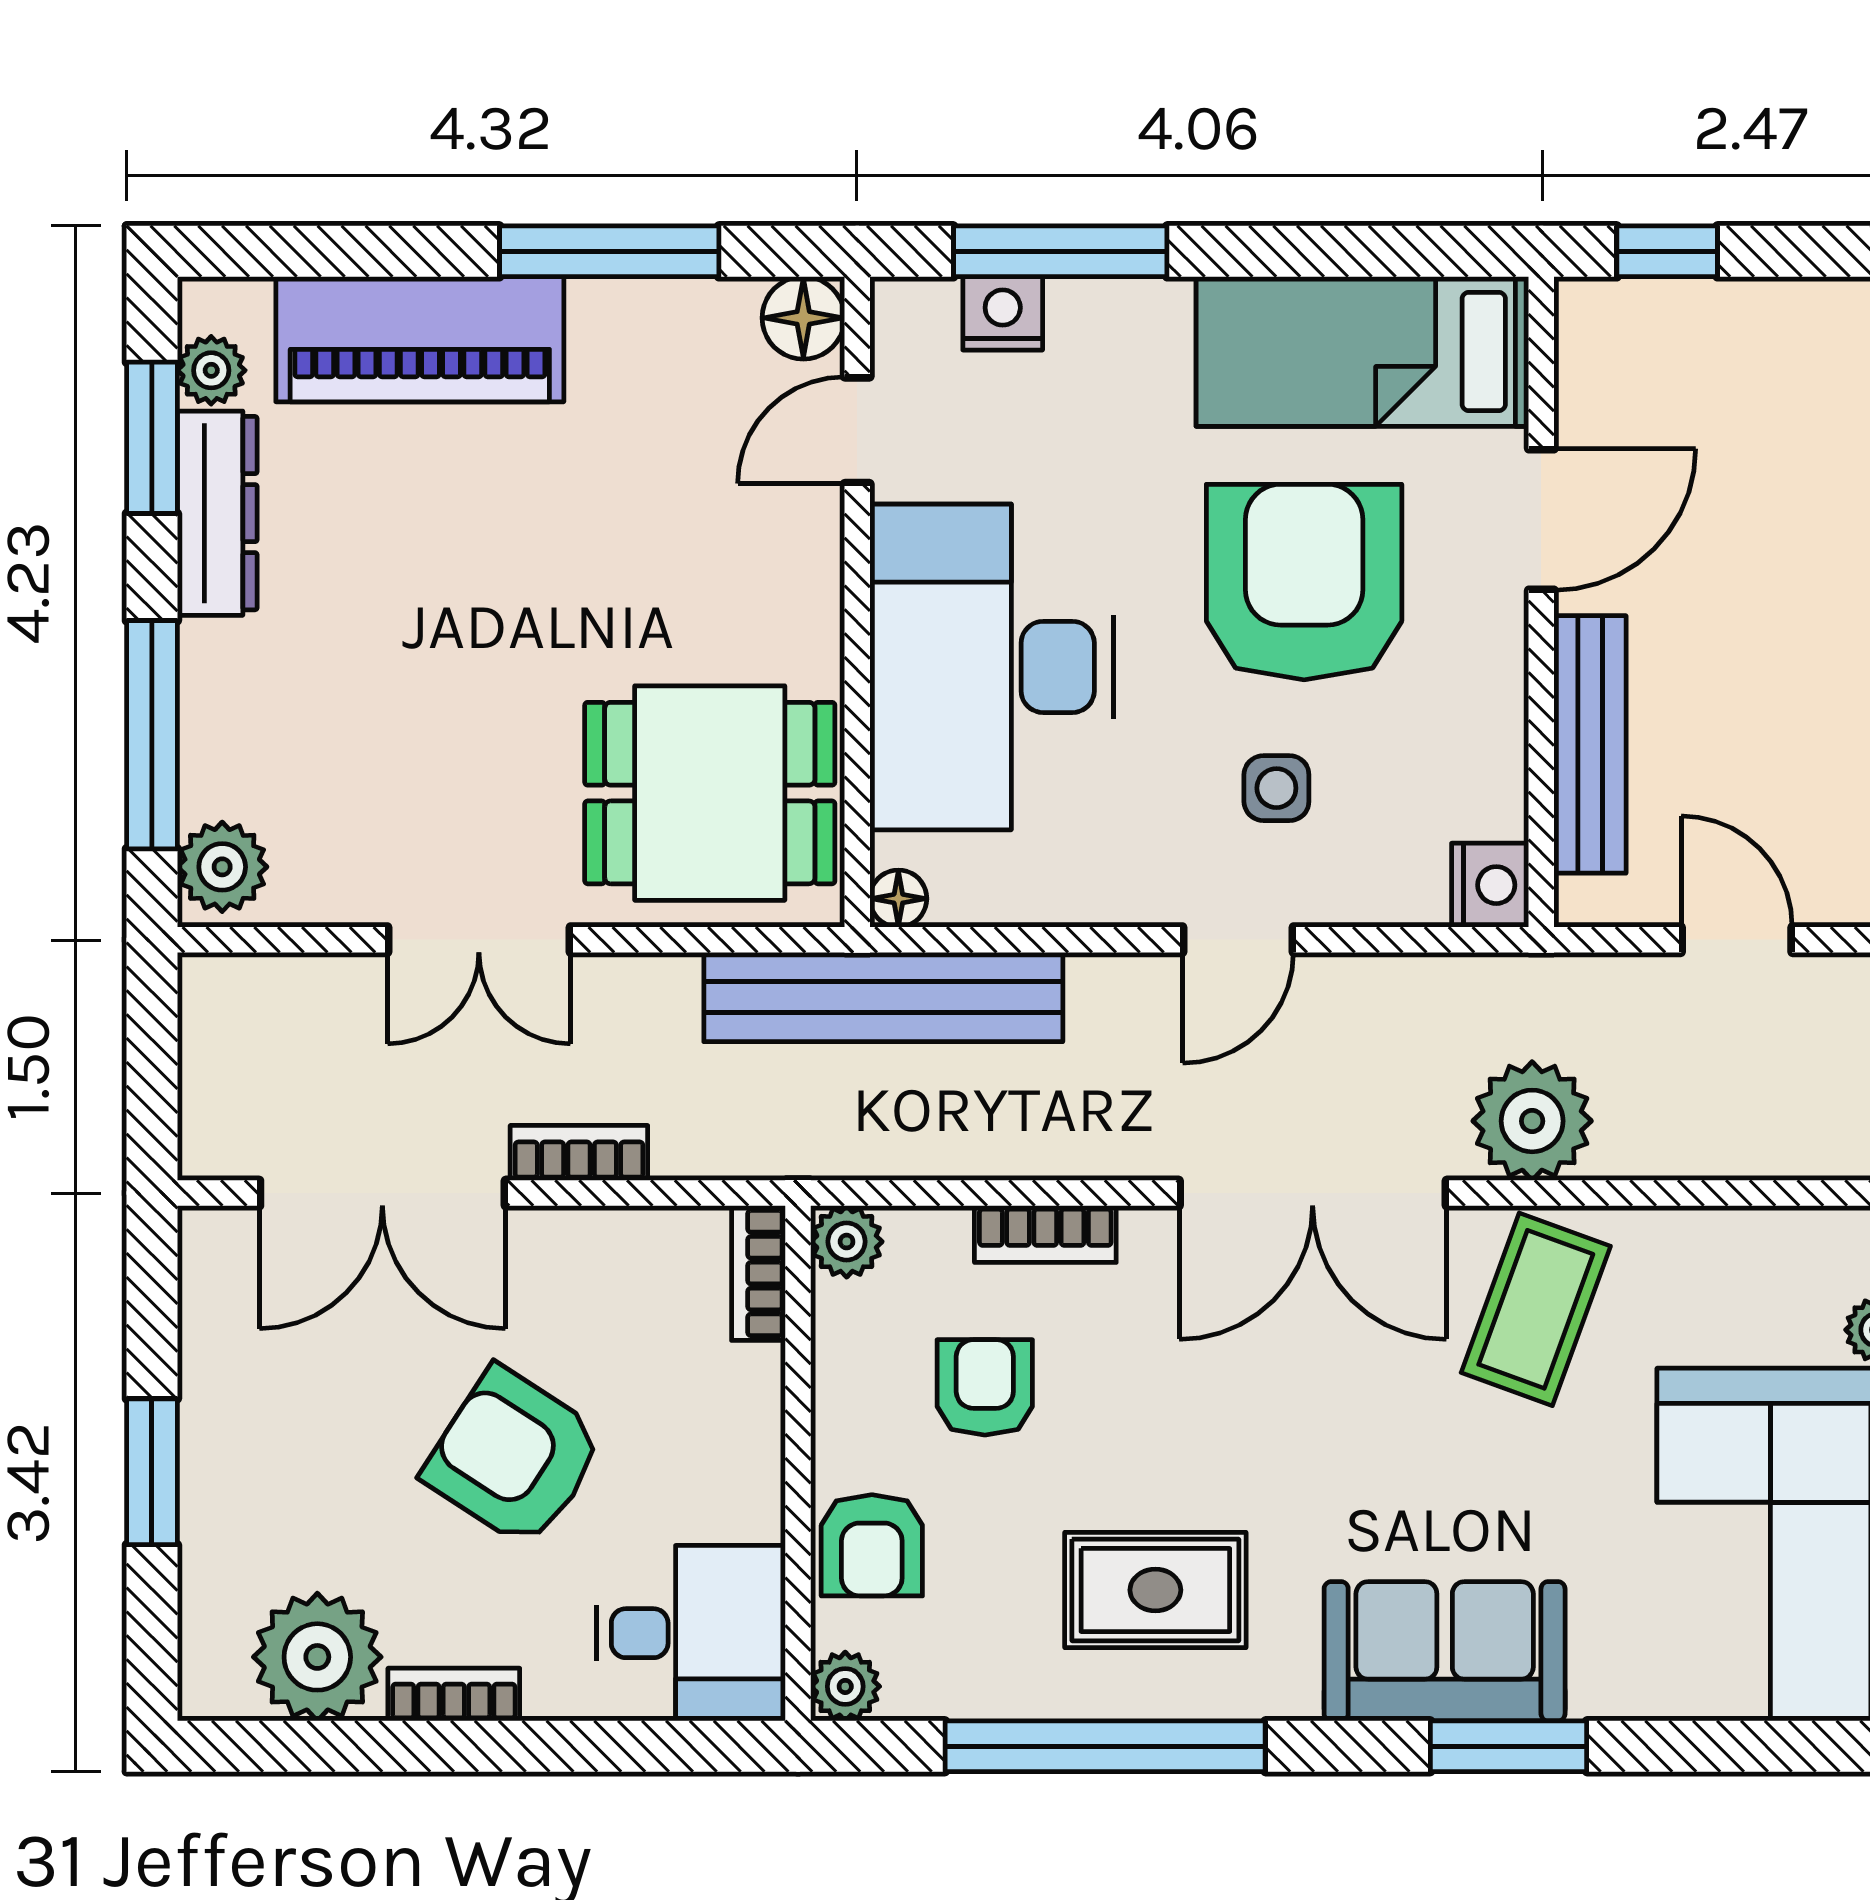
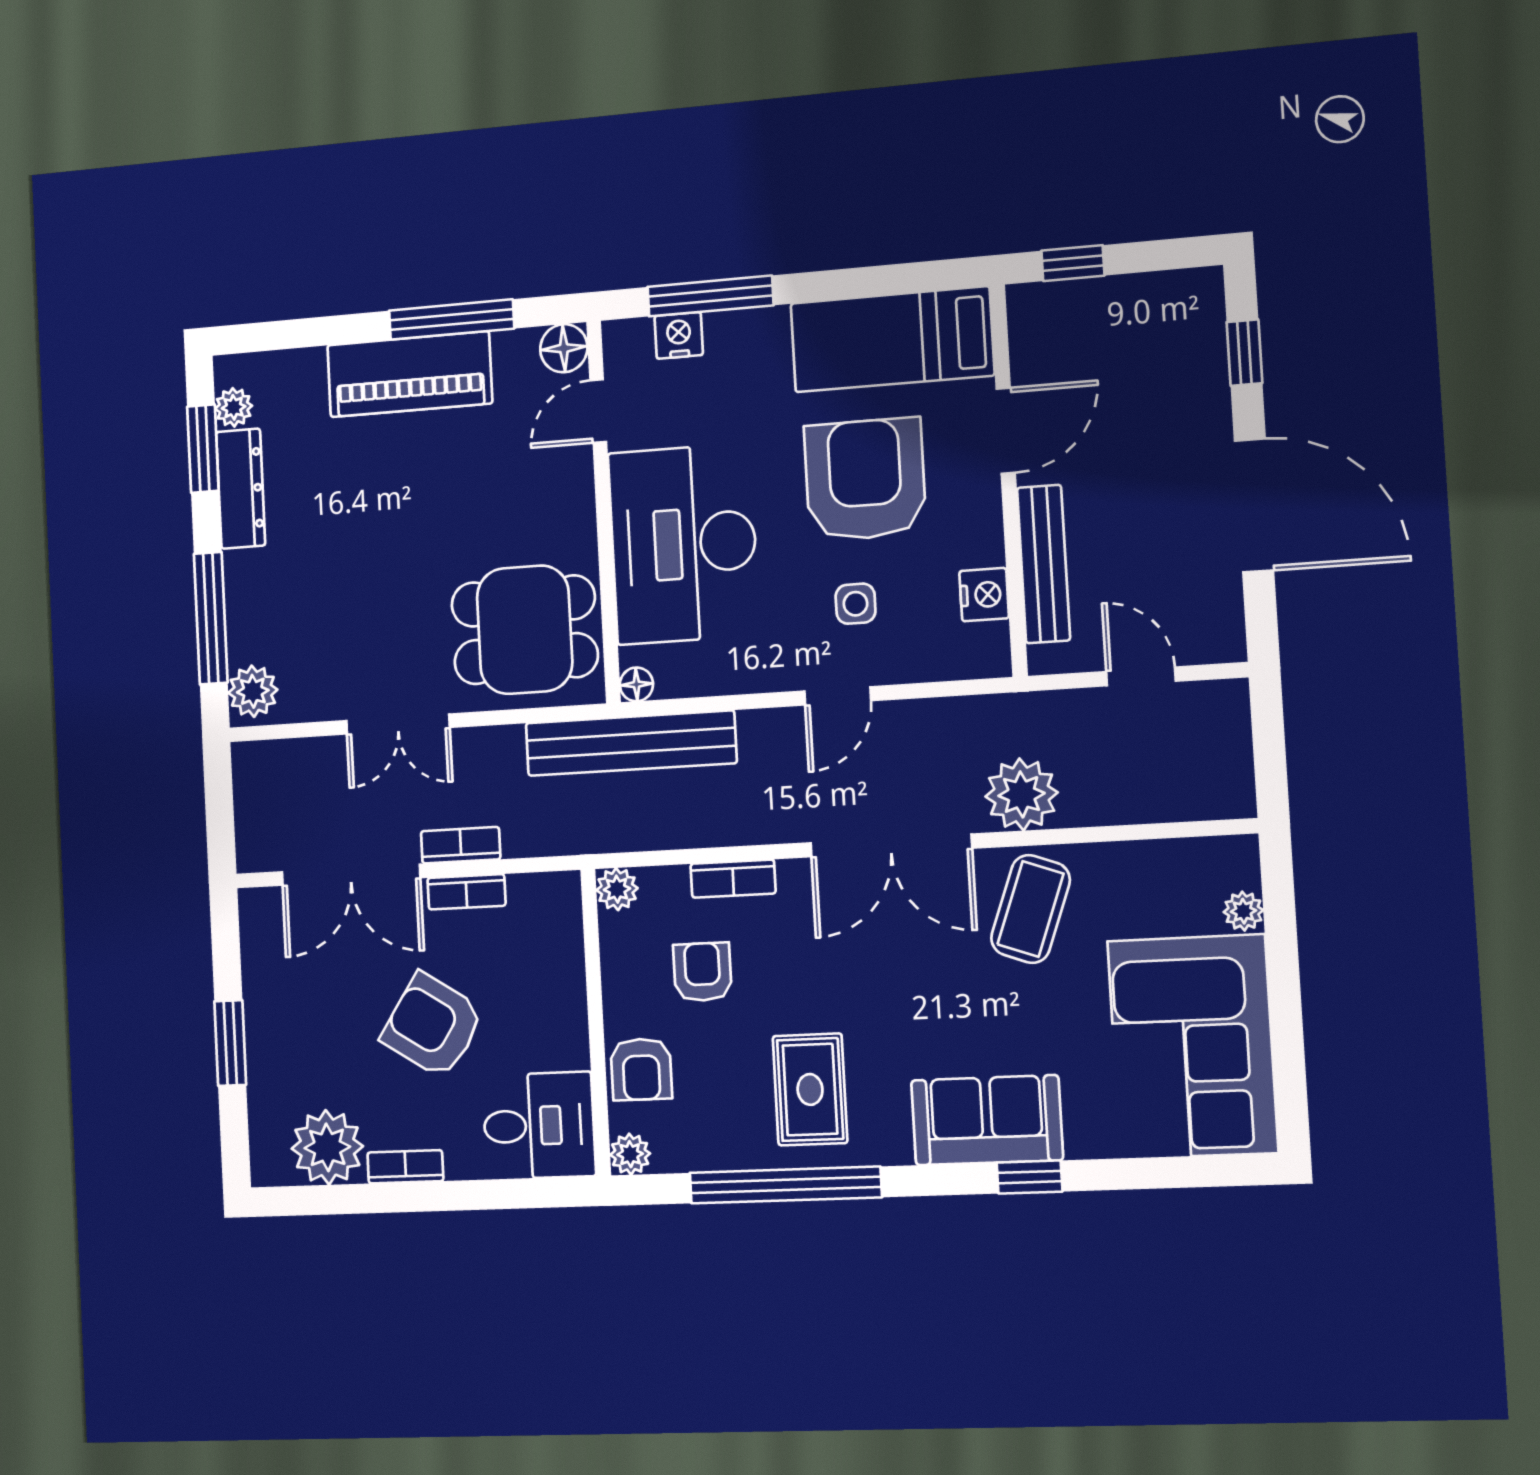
piano: (420, 339) -> (410, 374), moved
nightstand: (1490, 885) -> (984, 595), moved
bookcase: (758, 1273) -> (466, 892), moved, turned -90
rug: (1155, 1590) -> (810, 1089), turned 90
window: (1509, 1746) -> (1029, 1177), width x0.67

